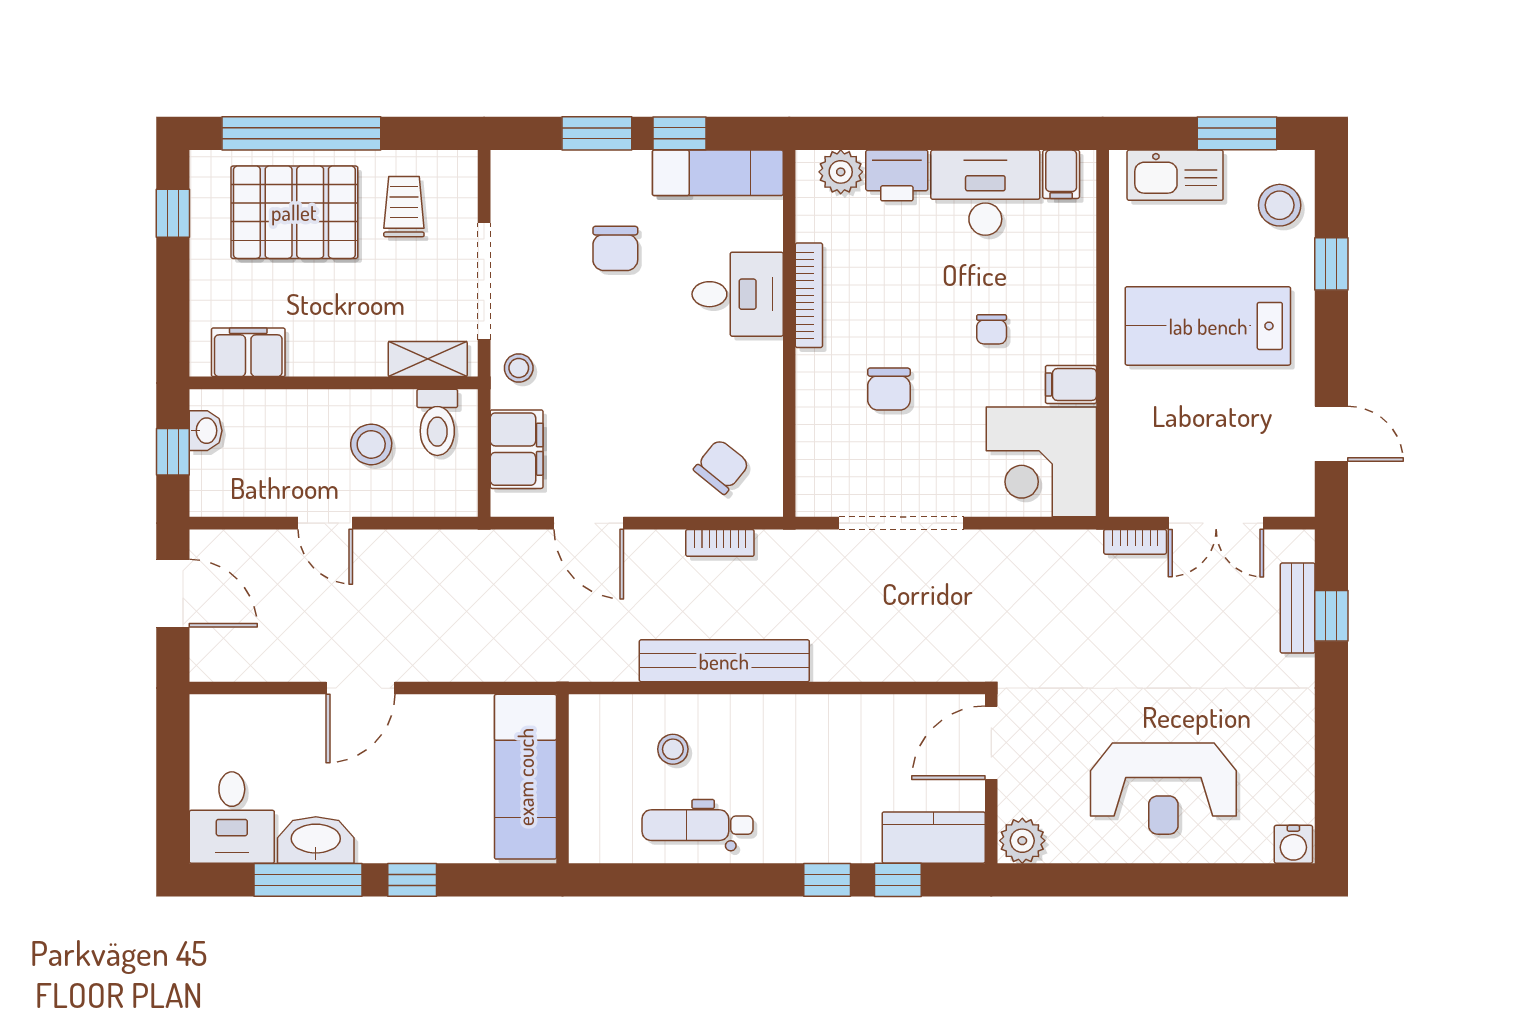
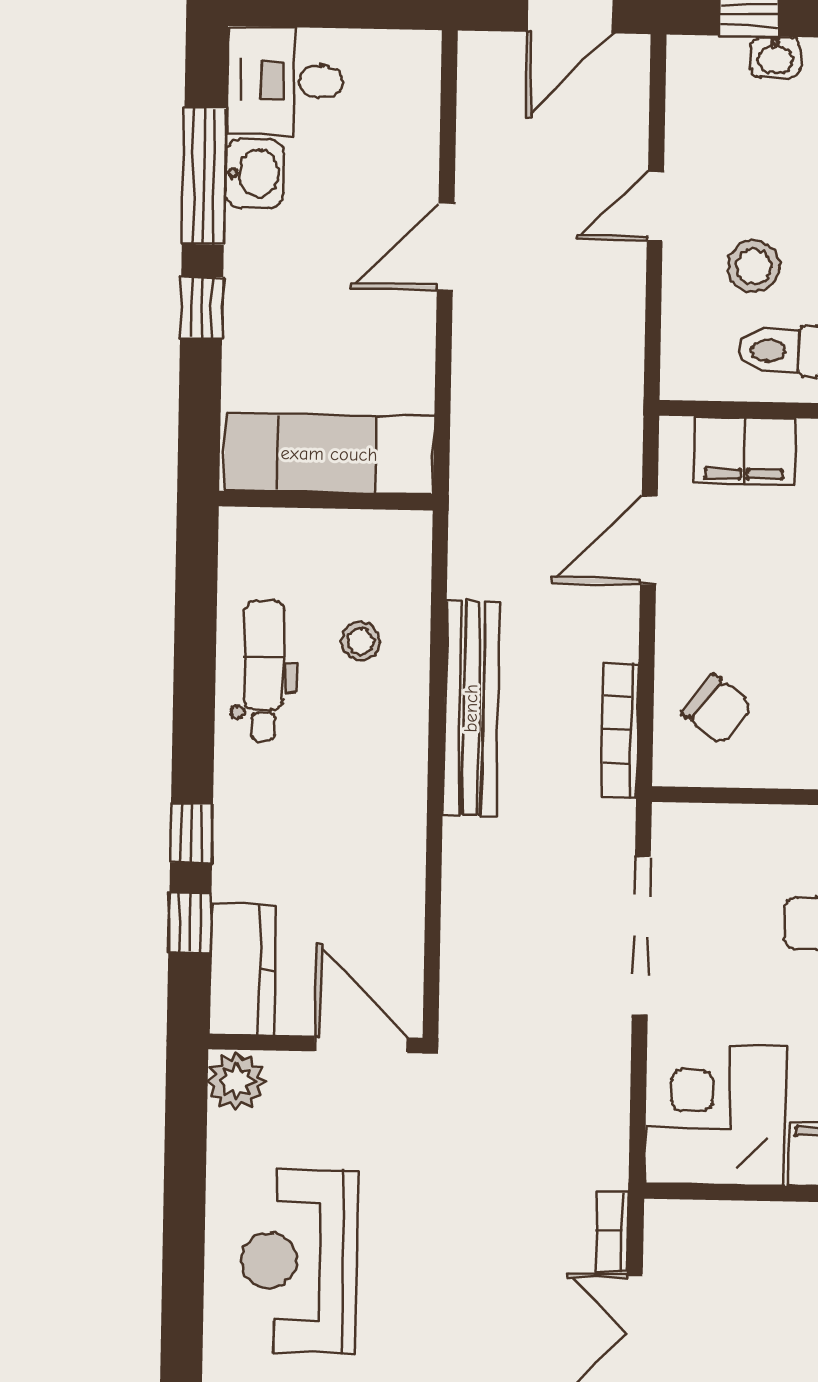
bookcase: (720, 543) -> (620, 730), width x1.56
door: (360, 688) -> (446, 247), hinge flipped
washbasin: (316, 840) -> (255, 173), width x0.72

